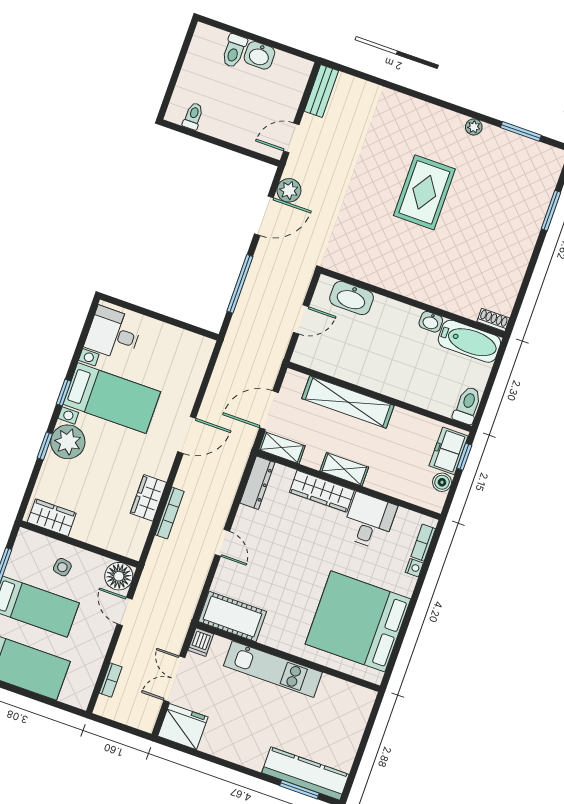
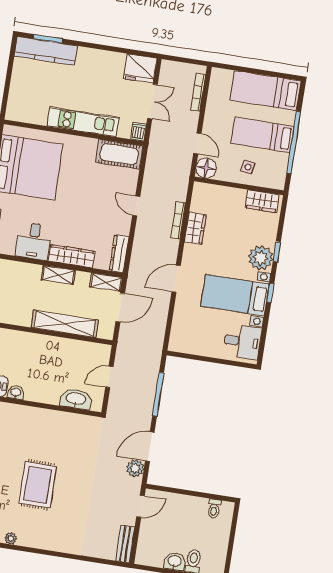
bookcase: (111, 680) -> (198, 92), width x1.56

